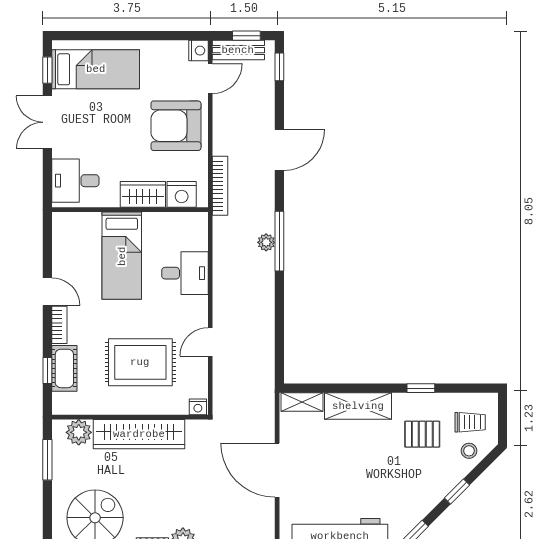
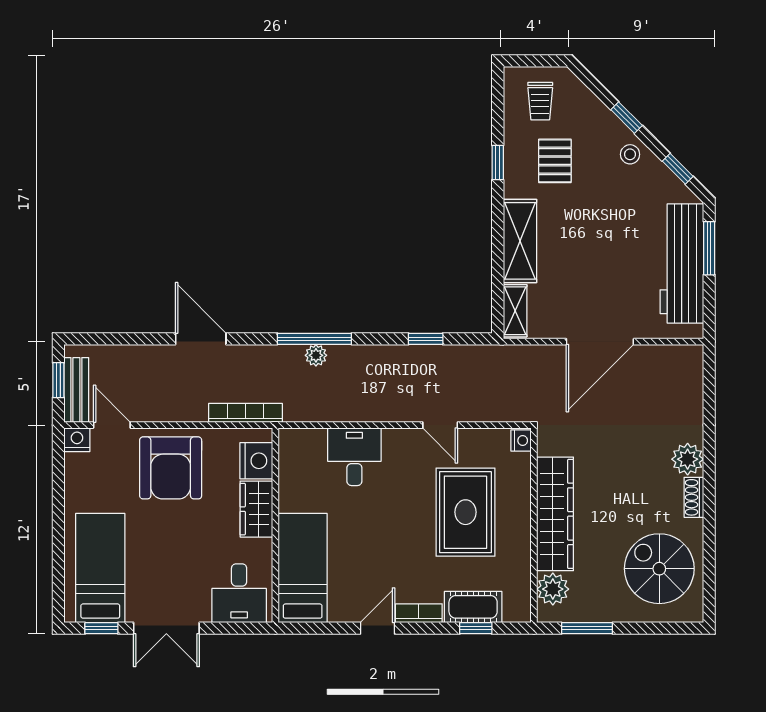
window: (279, 67) -> (426, 339), moved
bed: (122, 256) -> (303, 568), moved, turned -90
trolley: (470, 422) -> (540, 101), turned 180
stool: (469, 451) -> (630, 154), moved

